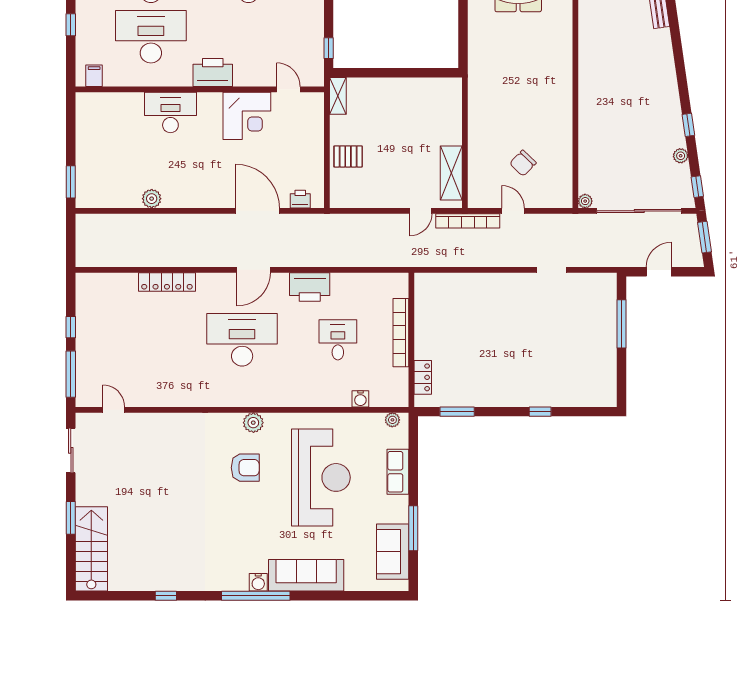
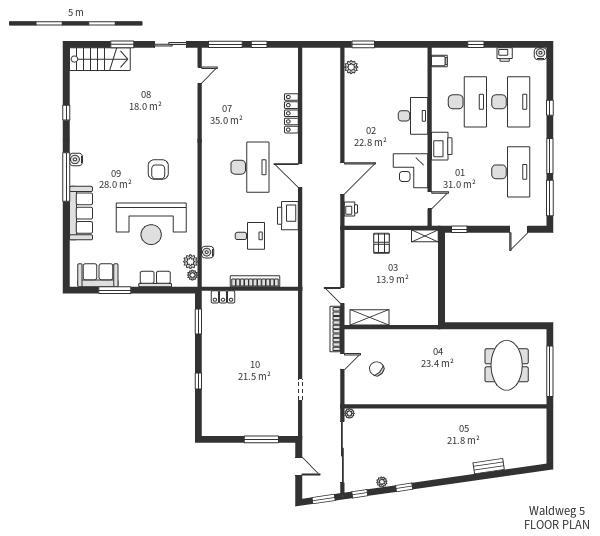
plant: (152, 199) -> (351, 67), moved
plant: (253, 423) -> (190, 262), moved
water cooler: (258, 582) -> (76, 159), moved

